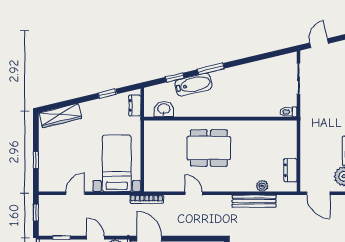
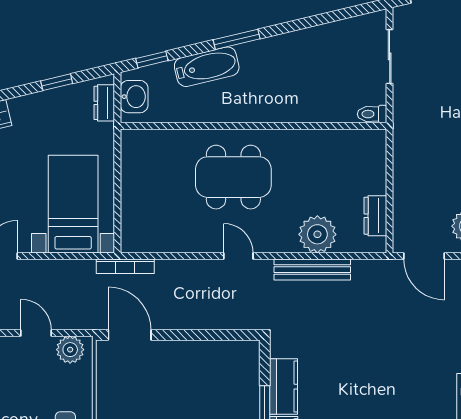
window: (175, 77) -> (152, 60), moved
washbasin: (164, 109) -> (134, 97), moved, turned 90
plant: (262, 186) -> (317, 234), width x1.88, depth x1.88
door: (194, 193) -> (238, 256), moved

